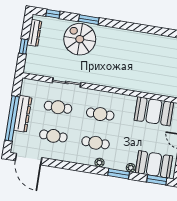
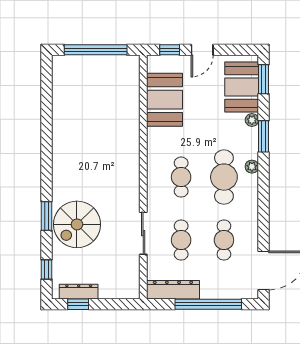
window: (24, 46) -> (78, 304), moved
dresser: (23, 114) -> (173, 290), moved
cafe table: (96, 143) -> (224, 177), width x1.37, depth x1.35

